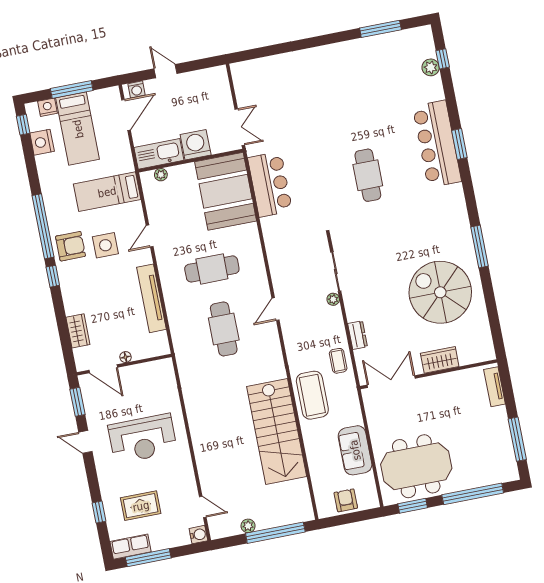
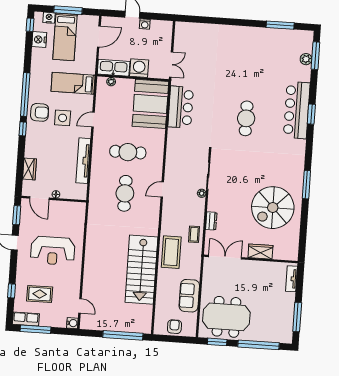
window: (443, 59) -> (315, 56), width x2.17
washing machine: (136, 89) -> (145, 24), moved
spiral stairs: (440, 292) -> (273, 208), turned -90
plant: (248, 526) -> (106, 326), removed

